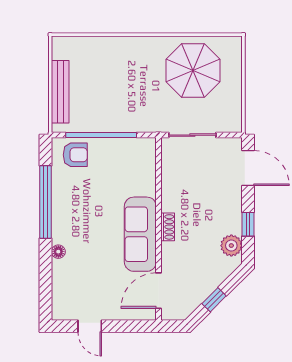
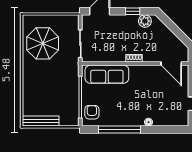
bench: (60, 92) -> (41, 121), moved
sofa: (140, 234) -> (107, 74), moved
window: (214, 300) -> (177, 31), removed

